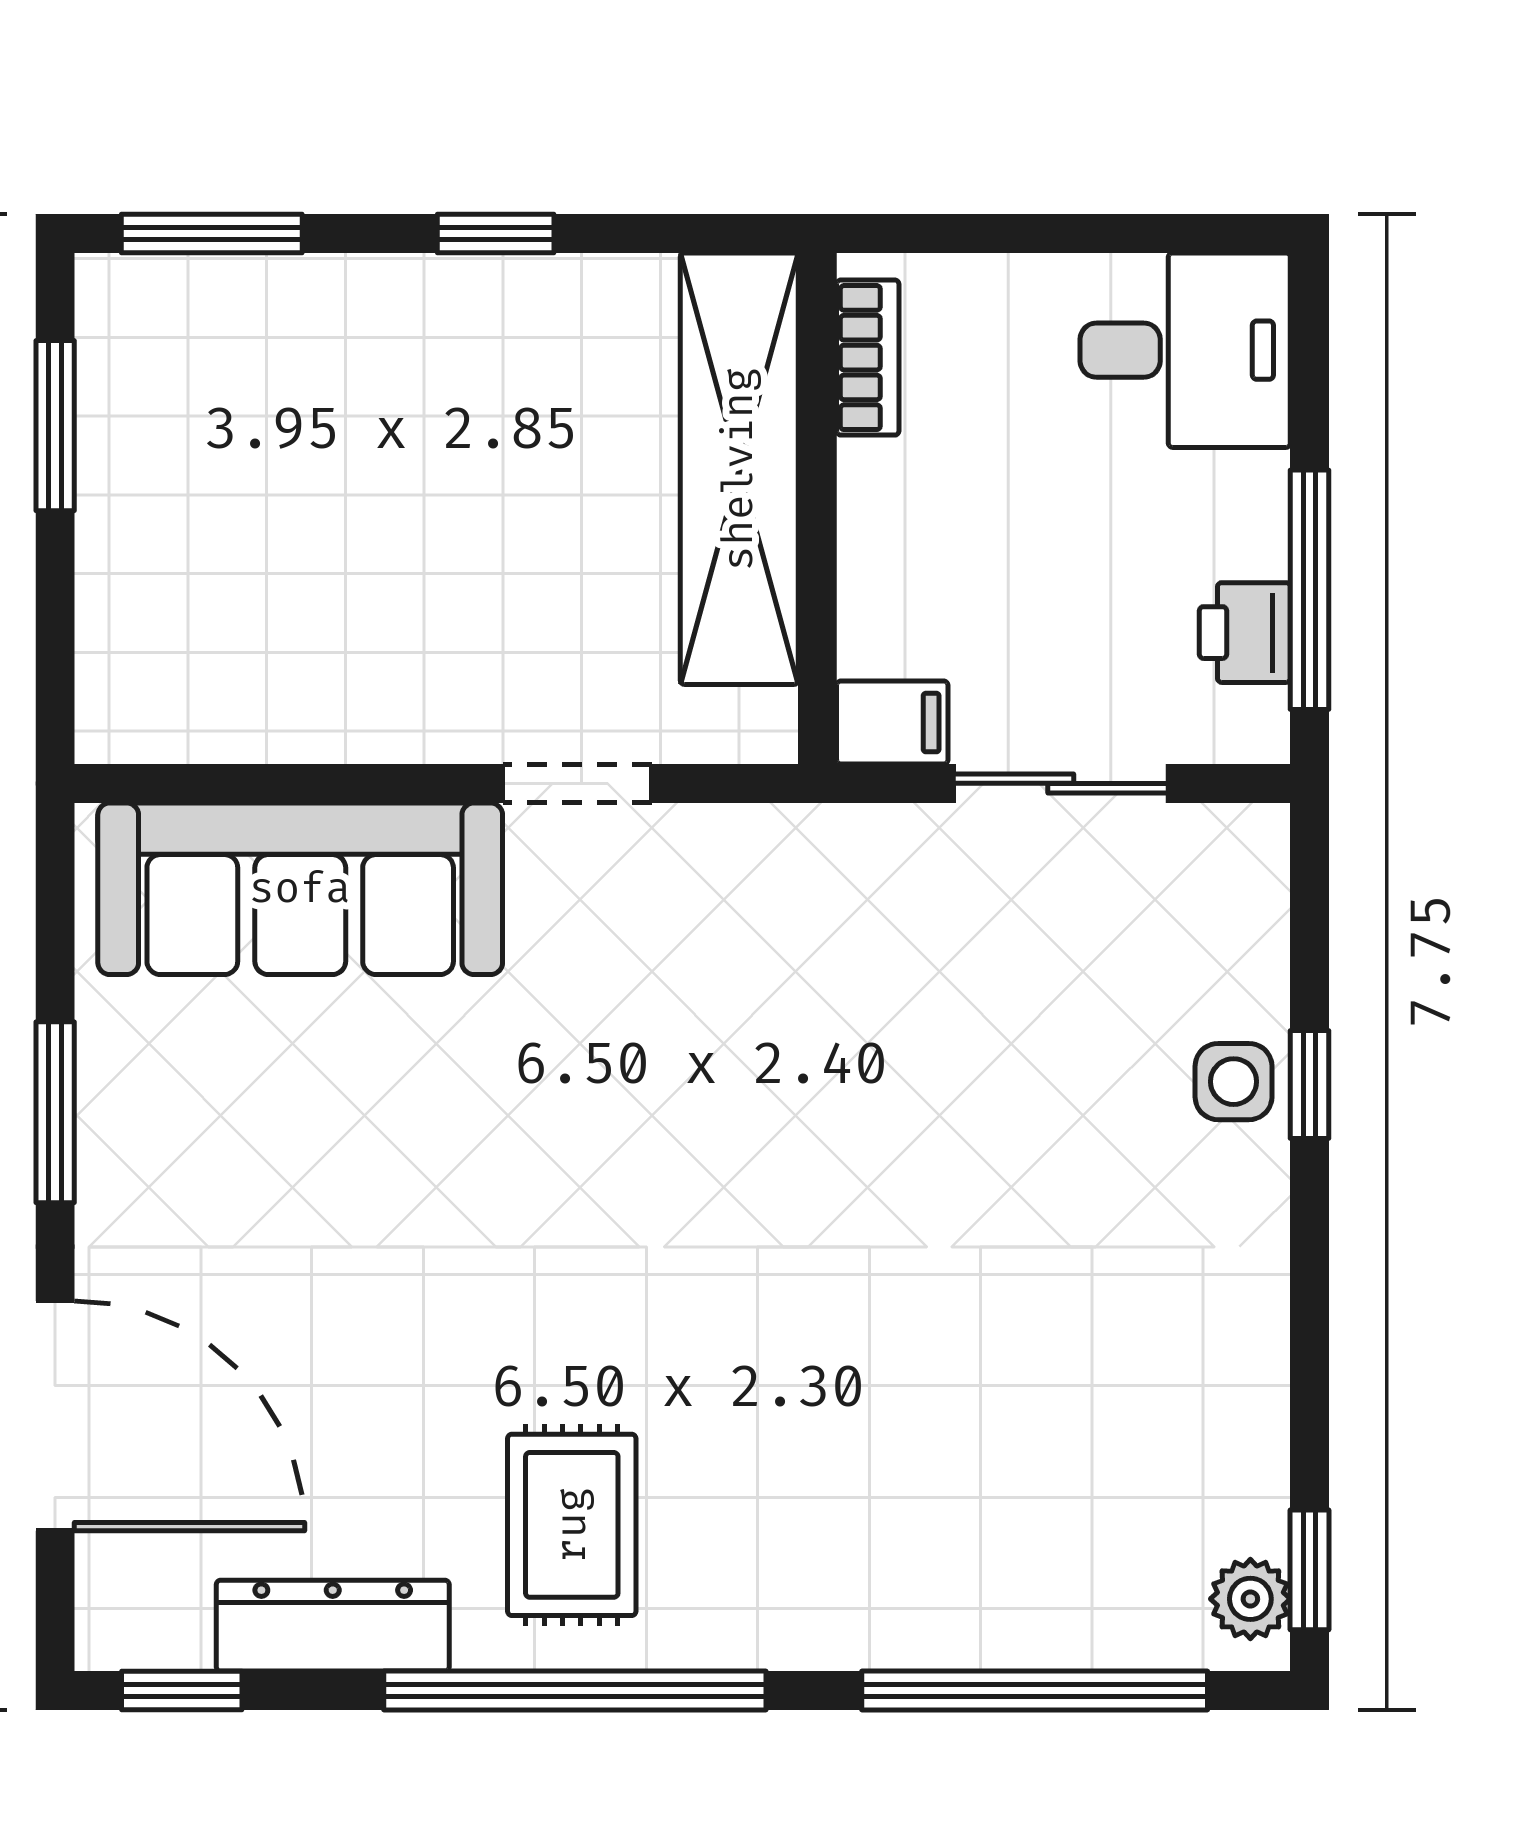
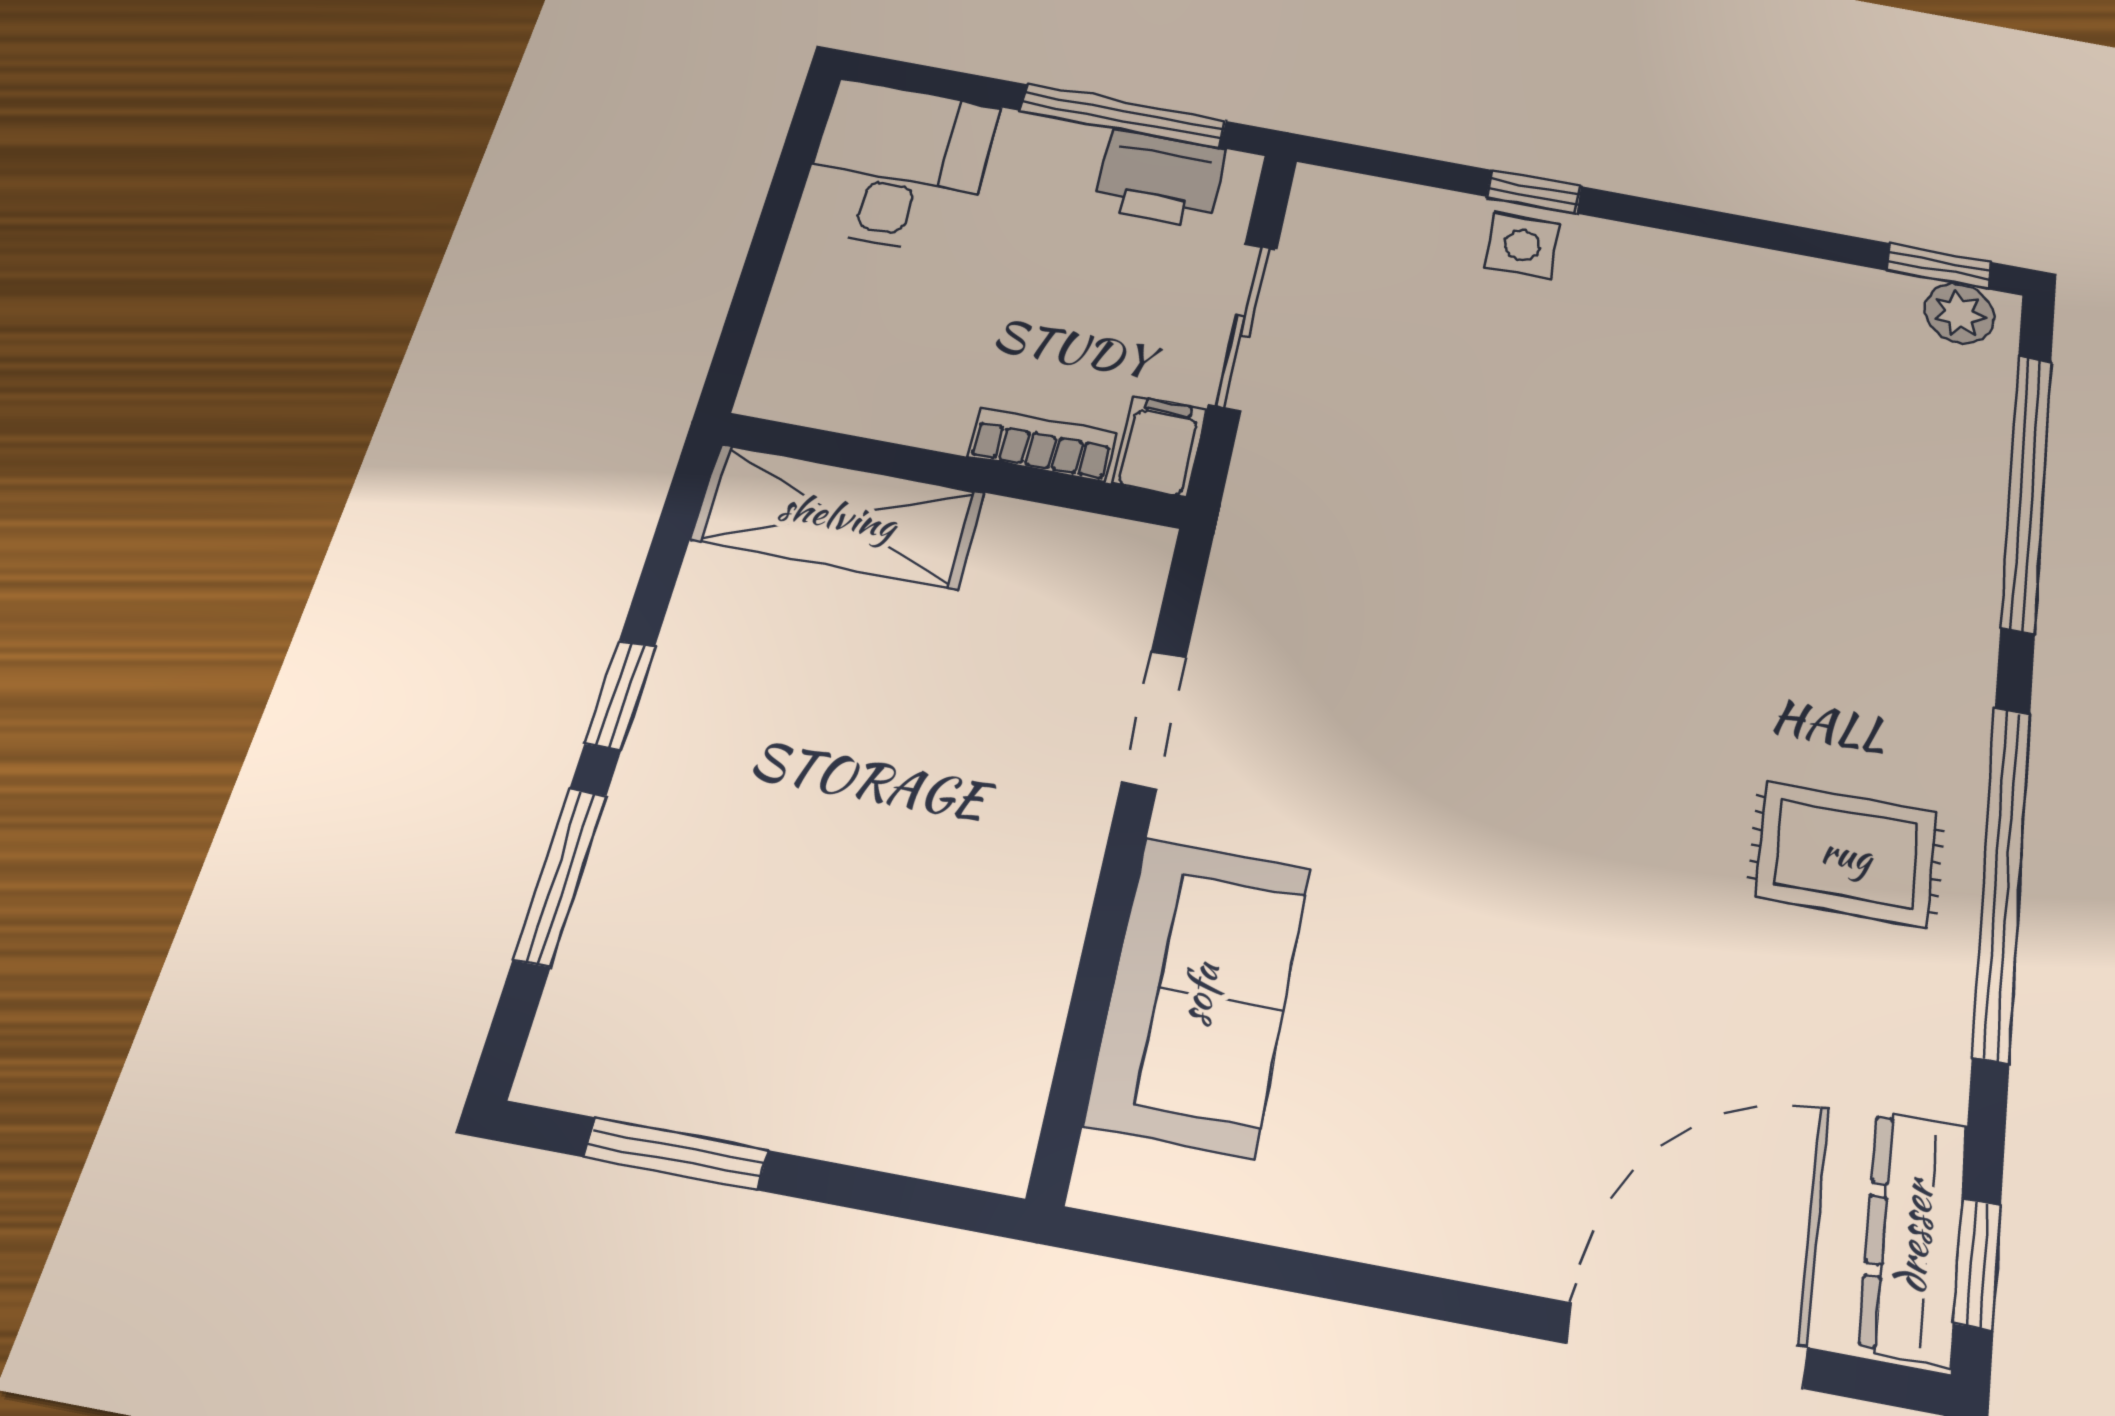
window: (212, 233) -> (560, 877), moved
bookcase: (868, 358) -> (1042, 445), moved
shelving: (739, 469) -> (838, 516), width x0.68
printer: (1245, 633) -> (1160, 178), width x1.36, depth x1.24
sofa: (300, 889) -> (1199, 994), width x0.73
window: (55, 1112) -> (1376, 1287), removed
dresser: (333, 1626) -> (1914, 1237), moved

